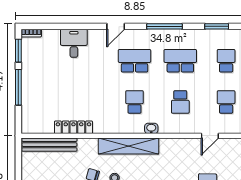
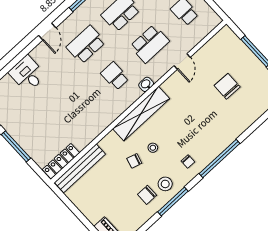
school desk: (180, 102) -> (150, 44), width x1.85
locker: (73, 127) -> (61, 161), moved
door: (210, 136) -> (182, 61), moved

